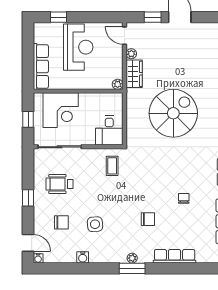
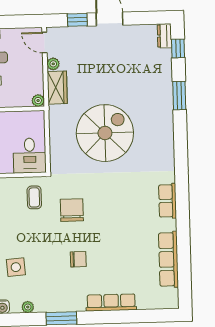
chair: (184, 198) -> (72, 210), moved, width x1.87, depth x1.87
plant: (132, 258) -> (28, 307), moved

